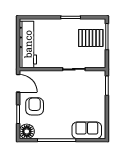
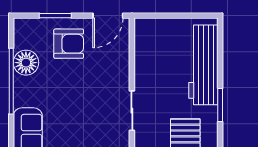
workbench: (28, 44) -> (203, 65), moved, turned 90
floor lamp: (27, 131) -> (26, 63), moved

